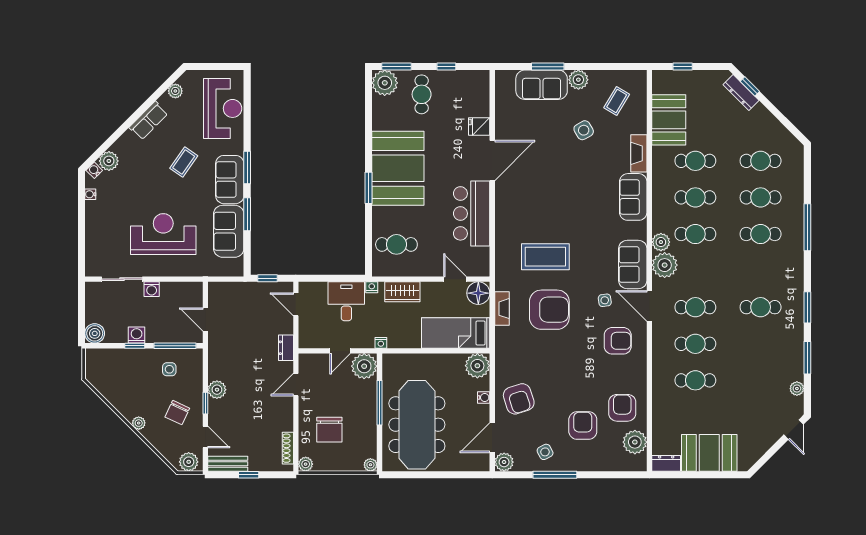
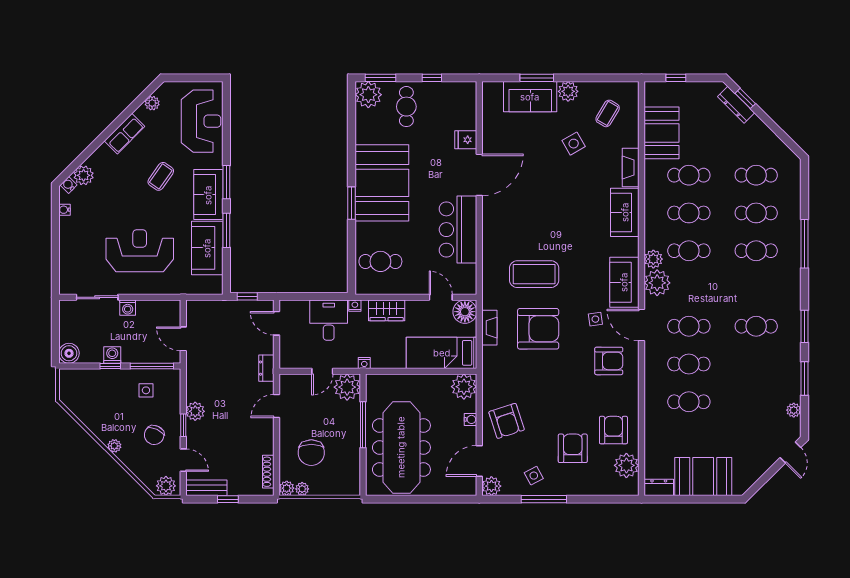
plant: (370, 465) -> (302, 489), moved

